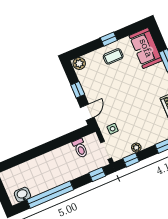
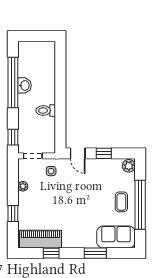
window: (109, 39) -> (140, 205), width x3.17
toilet: (80, 148) -> (46, 111), moved
window: (131, 160) -> (13, 176), removed
washbasin: (22, 195) -> (24, 85), moved

